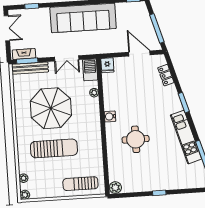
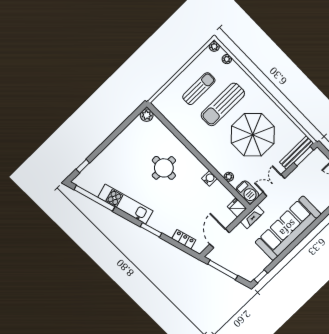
door: (139, 53) -> (220, 238), swing flipped
fireplace: (24, 54) -> (252, 217), moved
water cooler: (110, 116) -> (209, 178), moved
sun lounger: (80, 184) -> (199, 89), moved
window: (159, 193) -> (83, 166), moved

